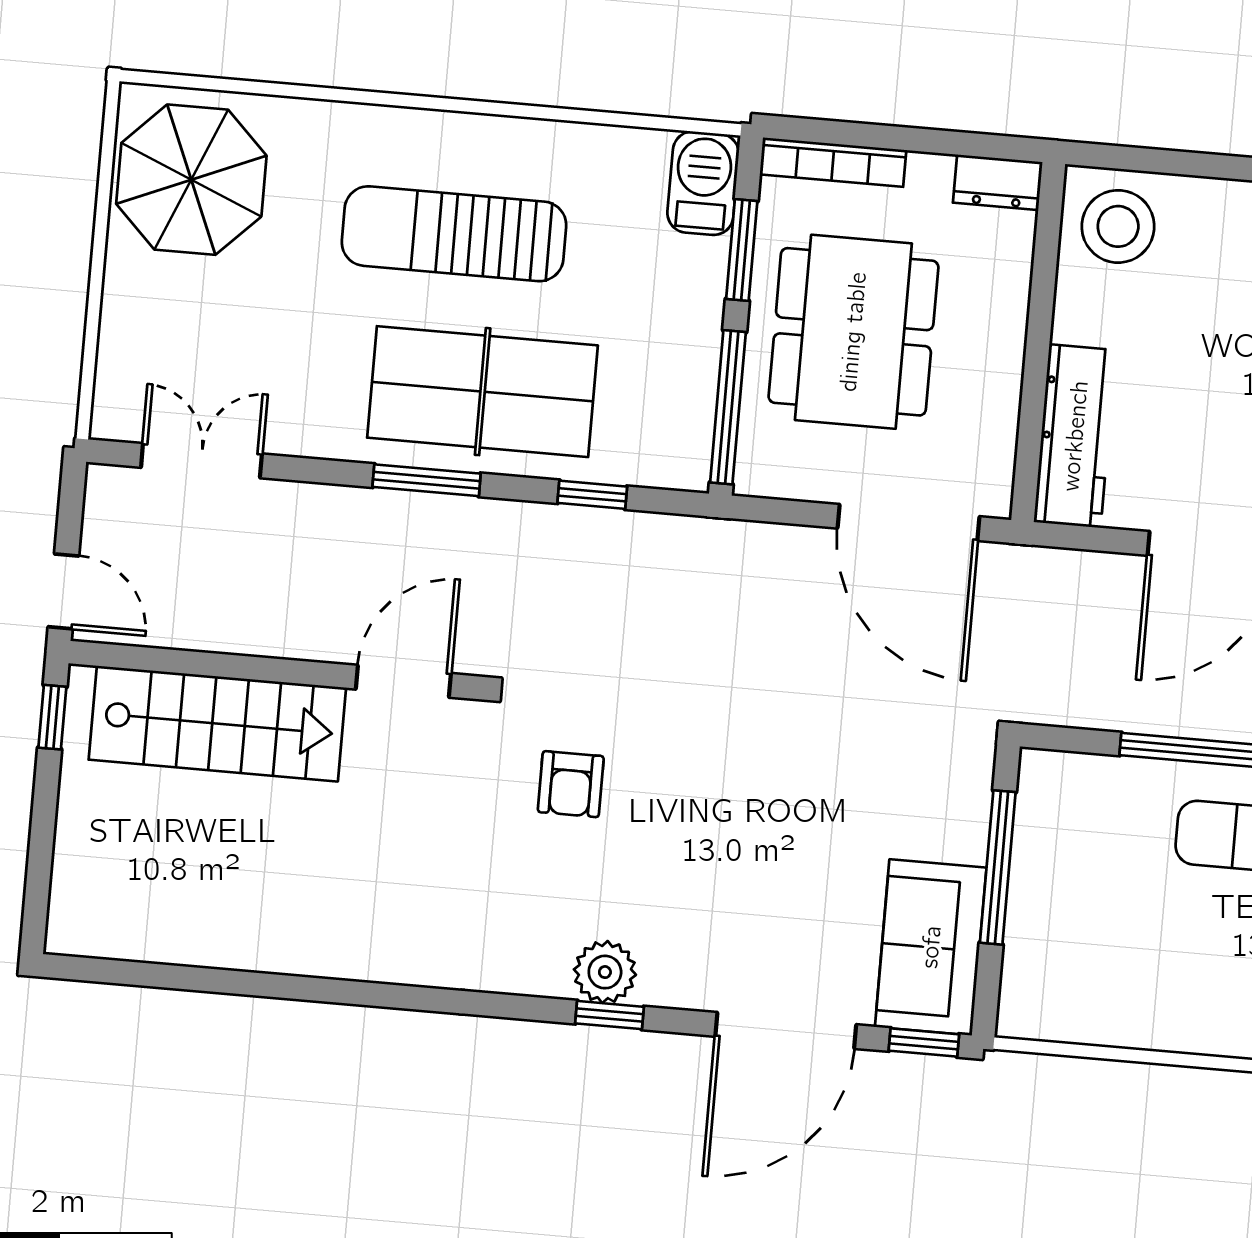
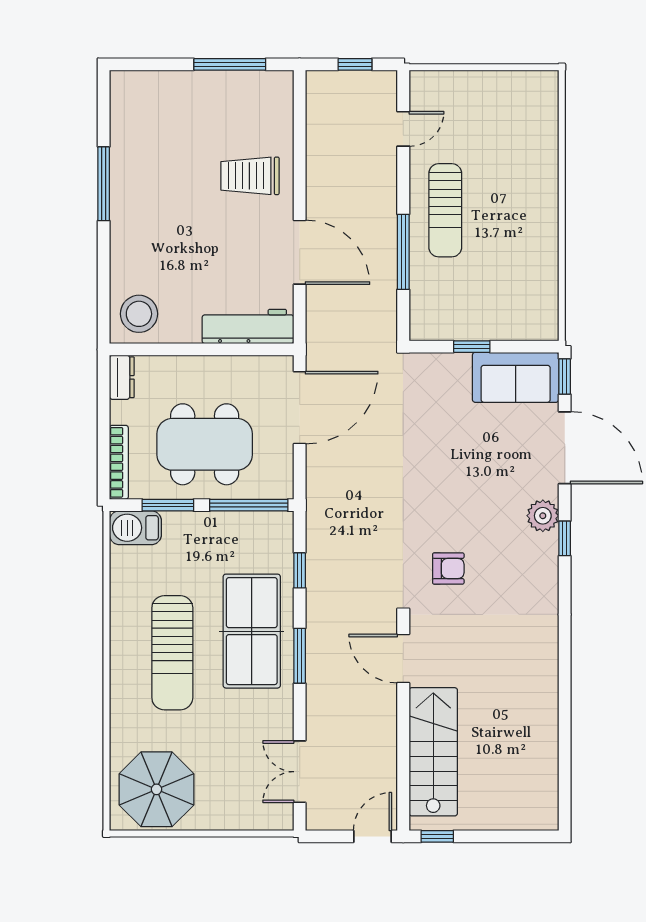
window: (998, 867) -> (472, 347), width x0.46
plant: (605, 972) -> (543, 516), moved

